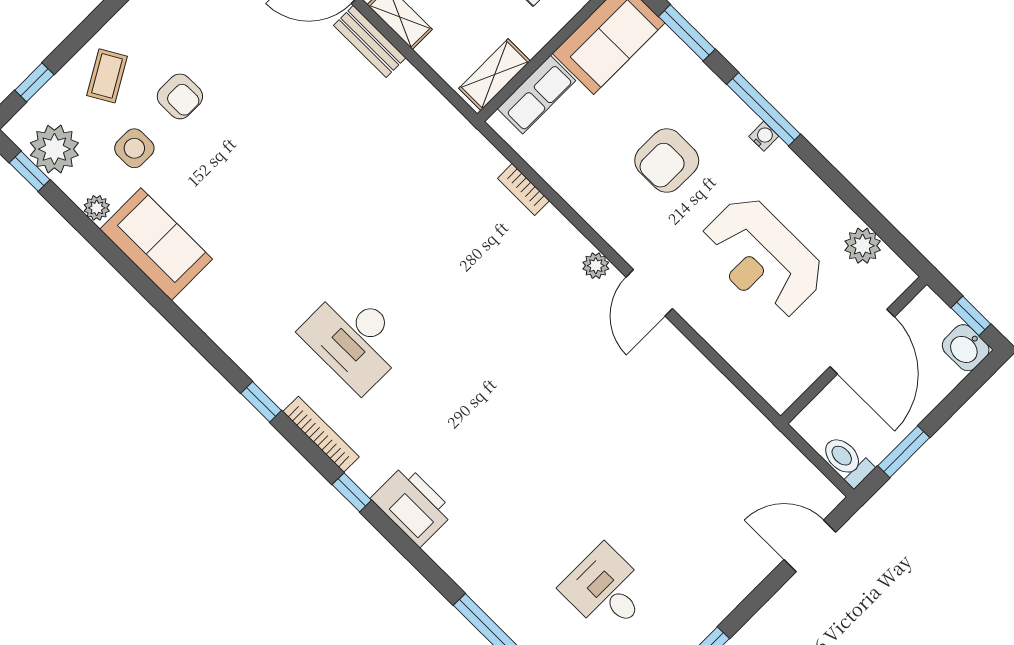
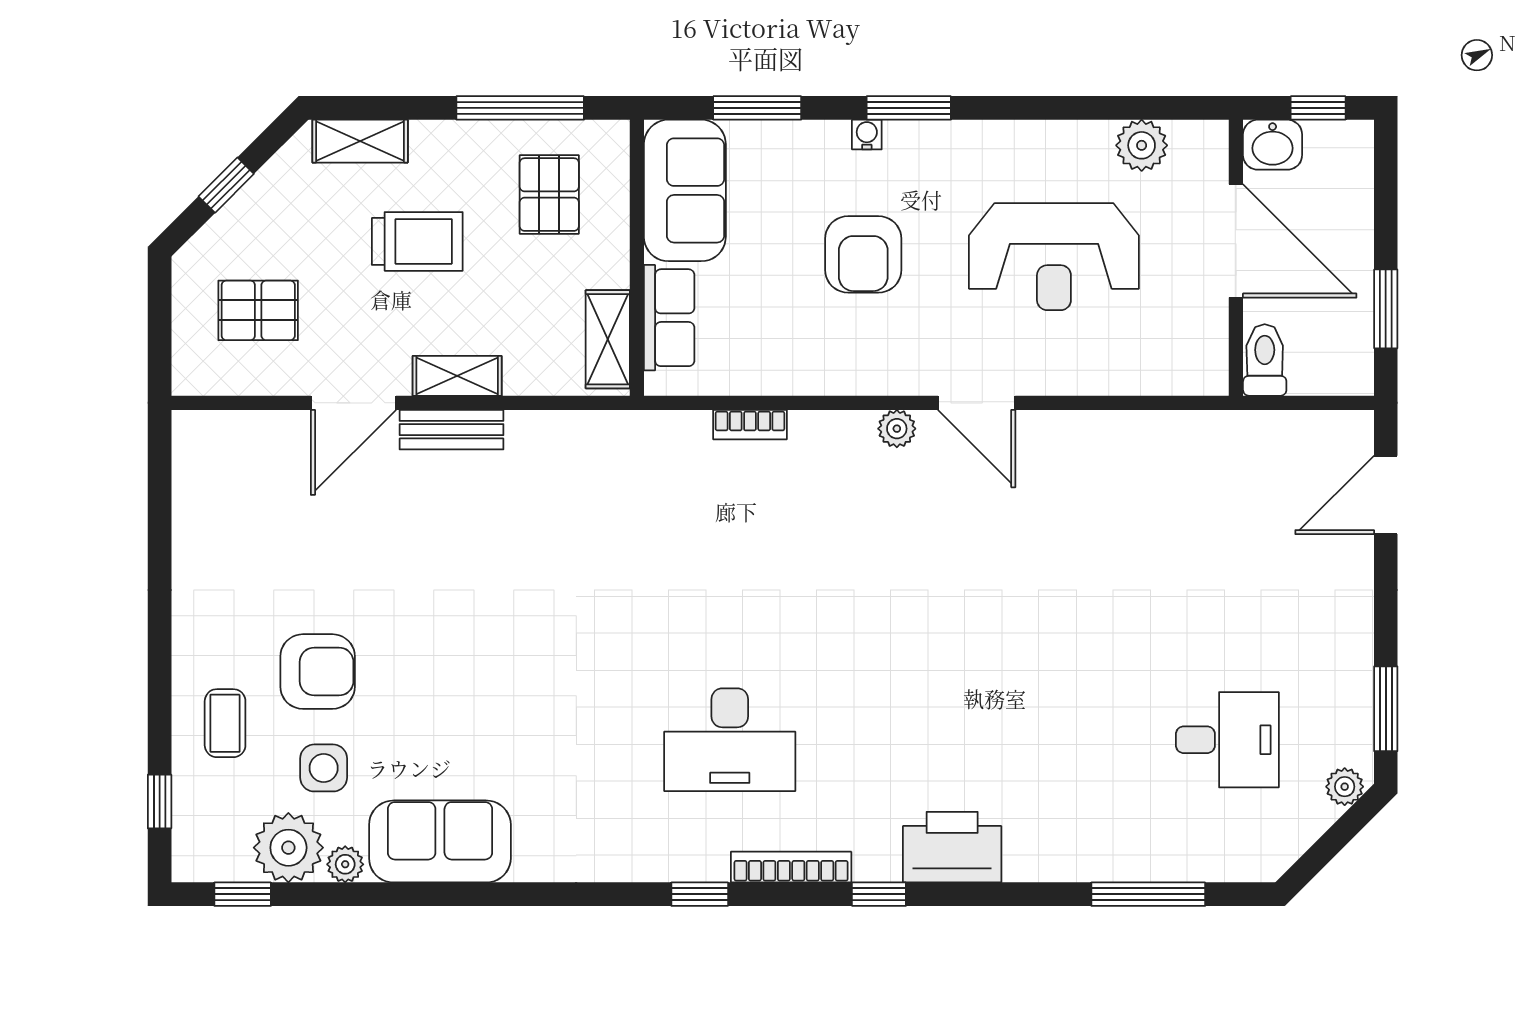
coffee table: (107, 76) -> (225, 723), turned 30
armchair: (180, 96) -> (318, 672), width x1.38, depth x1.38
window: (764, 109) -> (909, 108), width x0.69
water cooler: (764, 136) -> (867, 135), moved
plant: (54, 149) -> (288, 848), moved
washbasin: (966, 348) -> (1273, 145), moved
toilet: (847, 461) -> (1265, 360), moved, turned 90
desk: (606, 590) -> (1227, 740), turned 180

